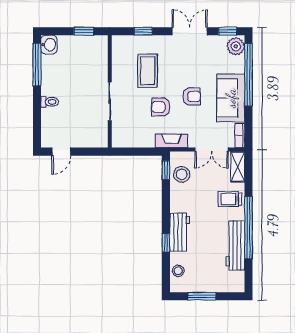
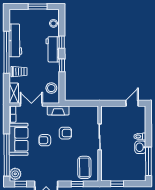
washbasin: (49, 45) -> (140, 147), moved
coffee table: (148, 71) -> (84, 167), moved
window: (166, 170) -> (62, 65), moved

